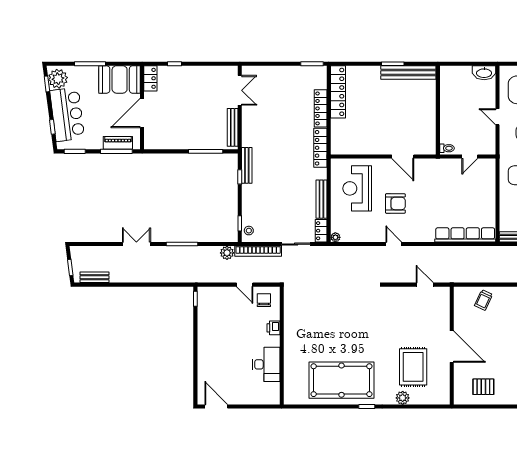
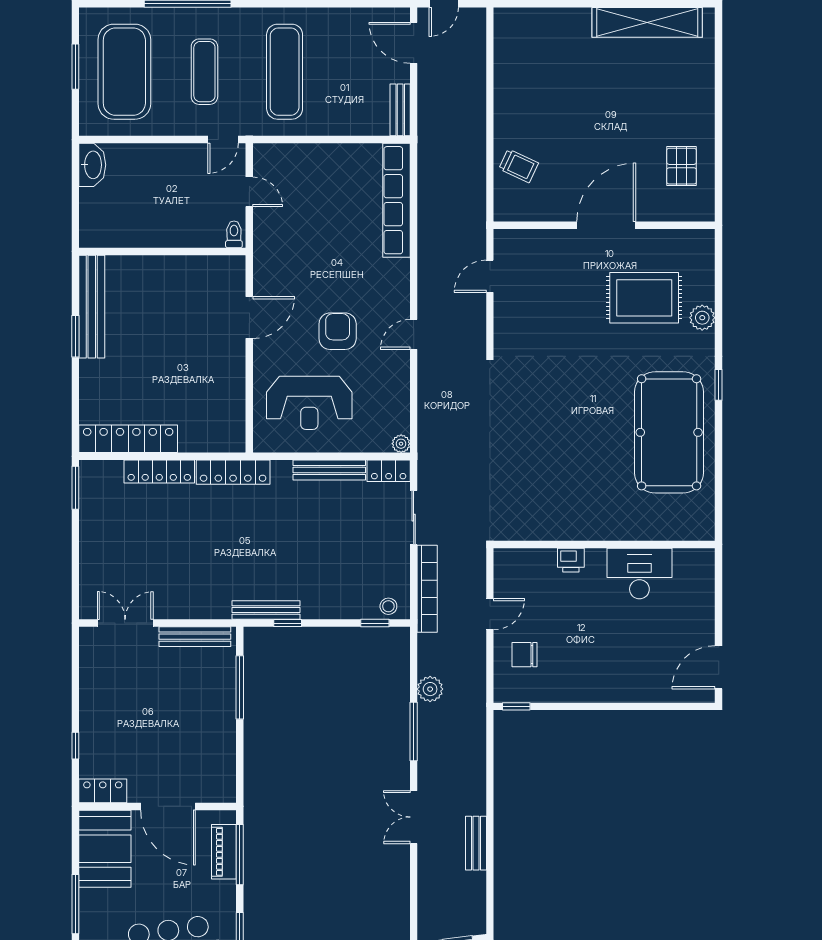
door: (498, 117) -> (223, 140), moved
plant: (227, 253) -> (430, 689), moved
bench: (94, 277) -> (476, 843), moved
chair: (264, 300) -> (524, 655), moved

